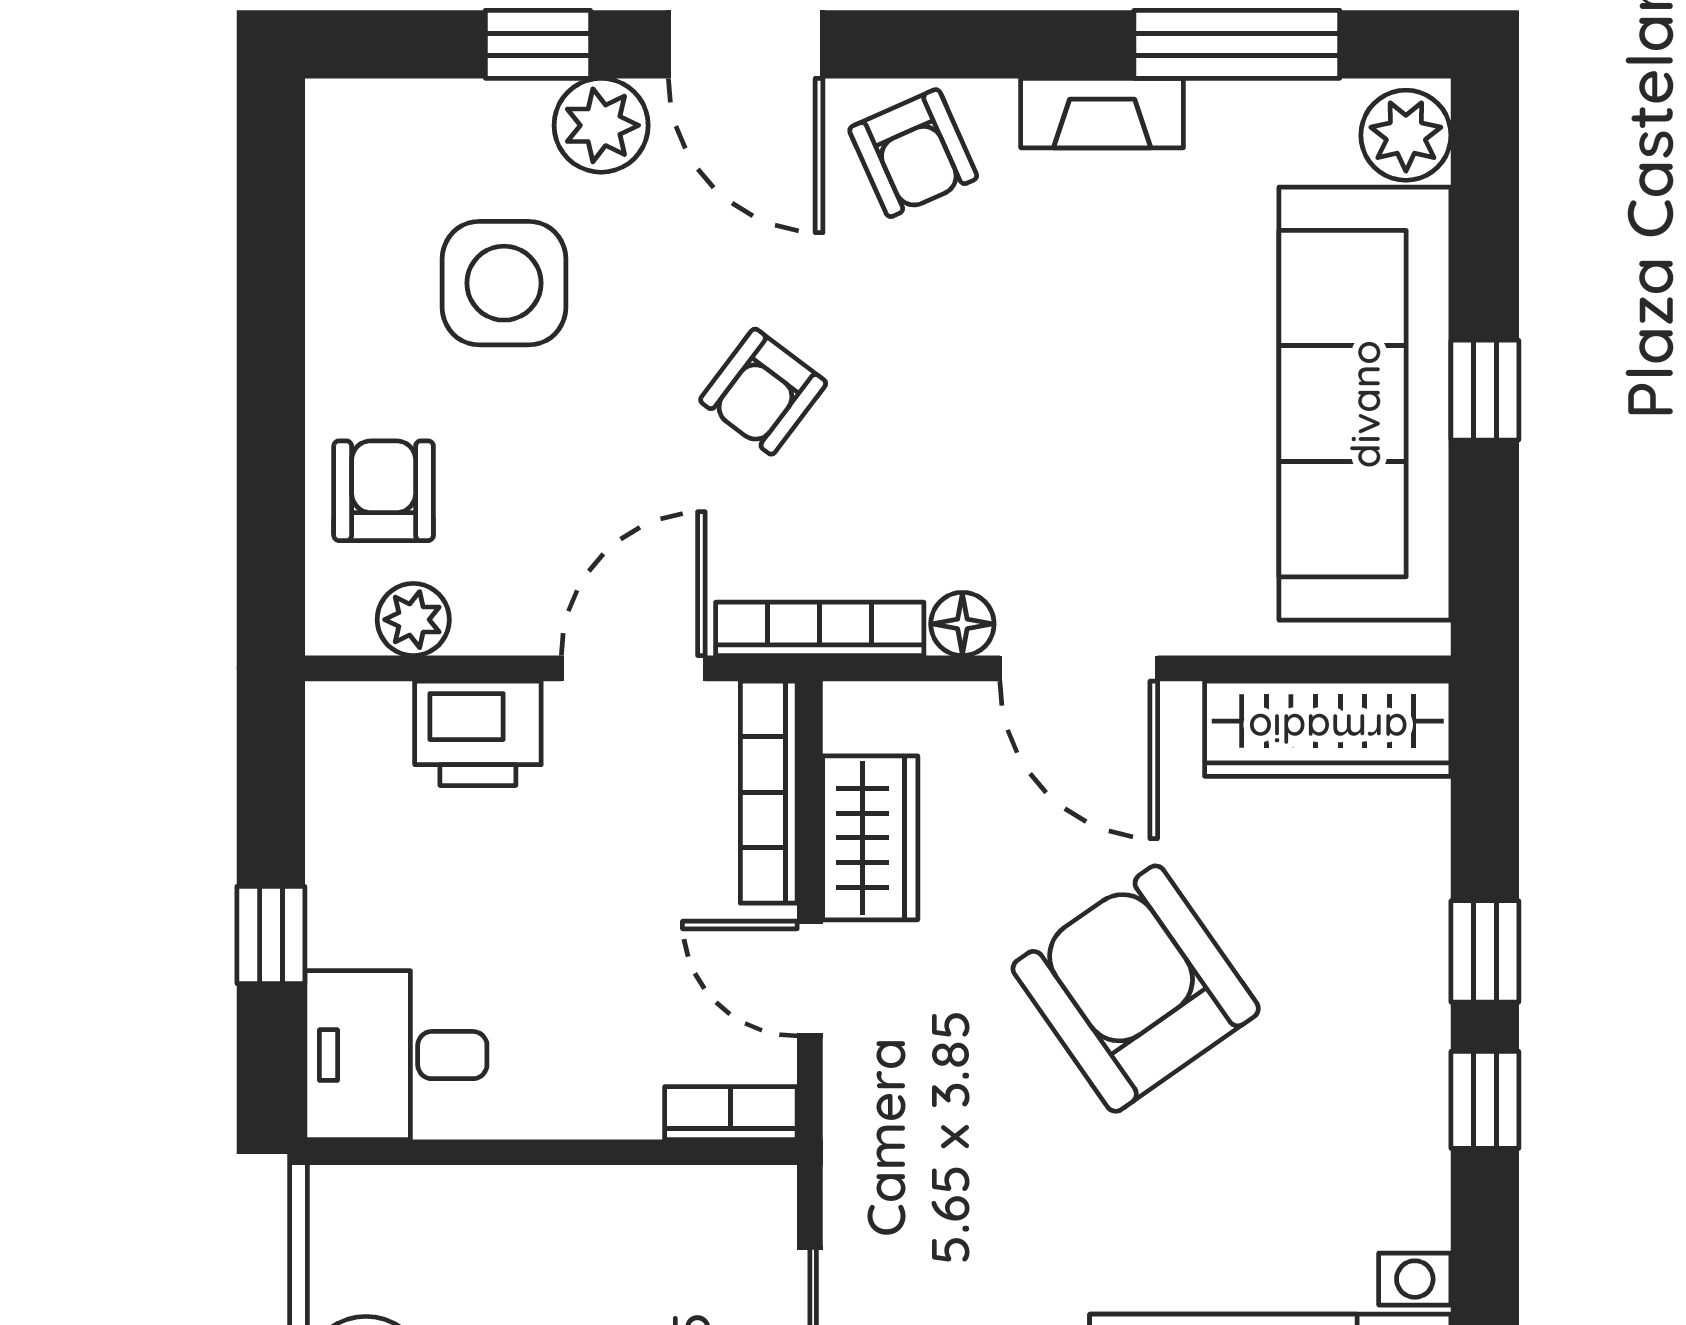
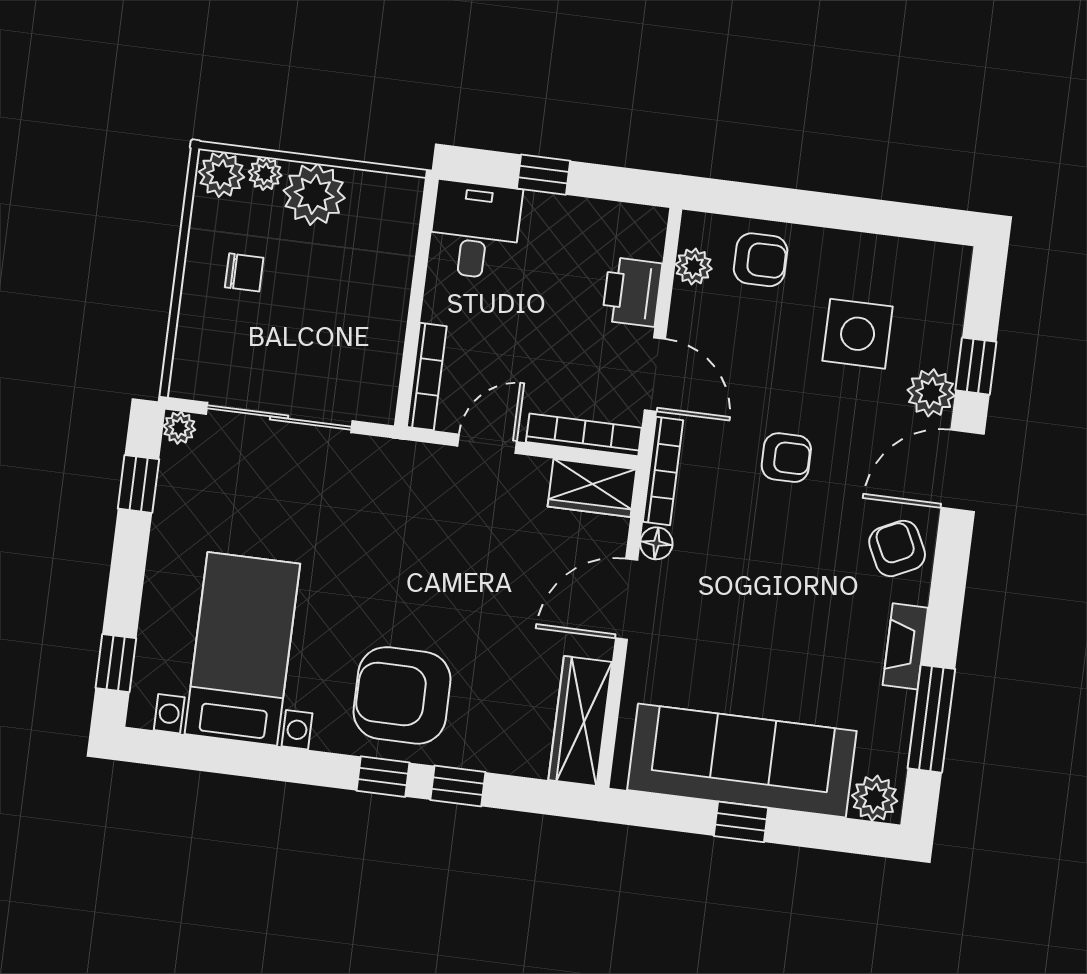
armchair: (913, 153) -> (897, 548), turned 88
armchair: (763, 392) -> (786, 458), turned 143
wardrobe: (870, 838) -> (592, 488), moved
armchair: (1136, 989) -> (402, 695), moved, turned -145
bookcase: (731, 1113) -> (427, 377), width x1.56

